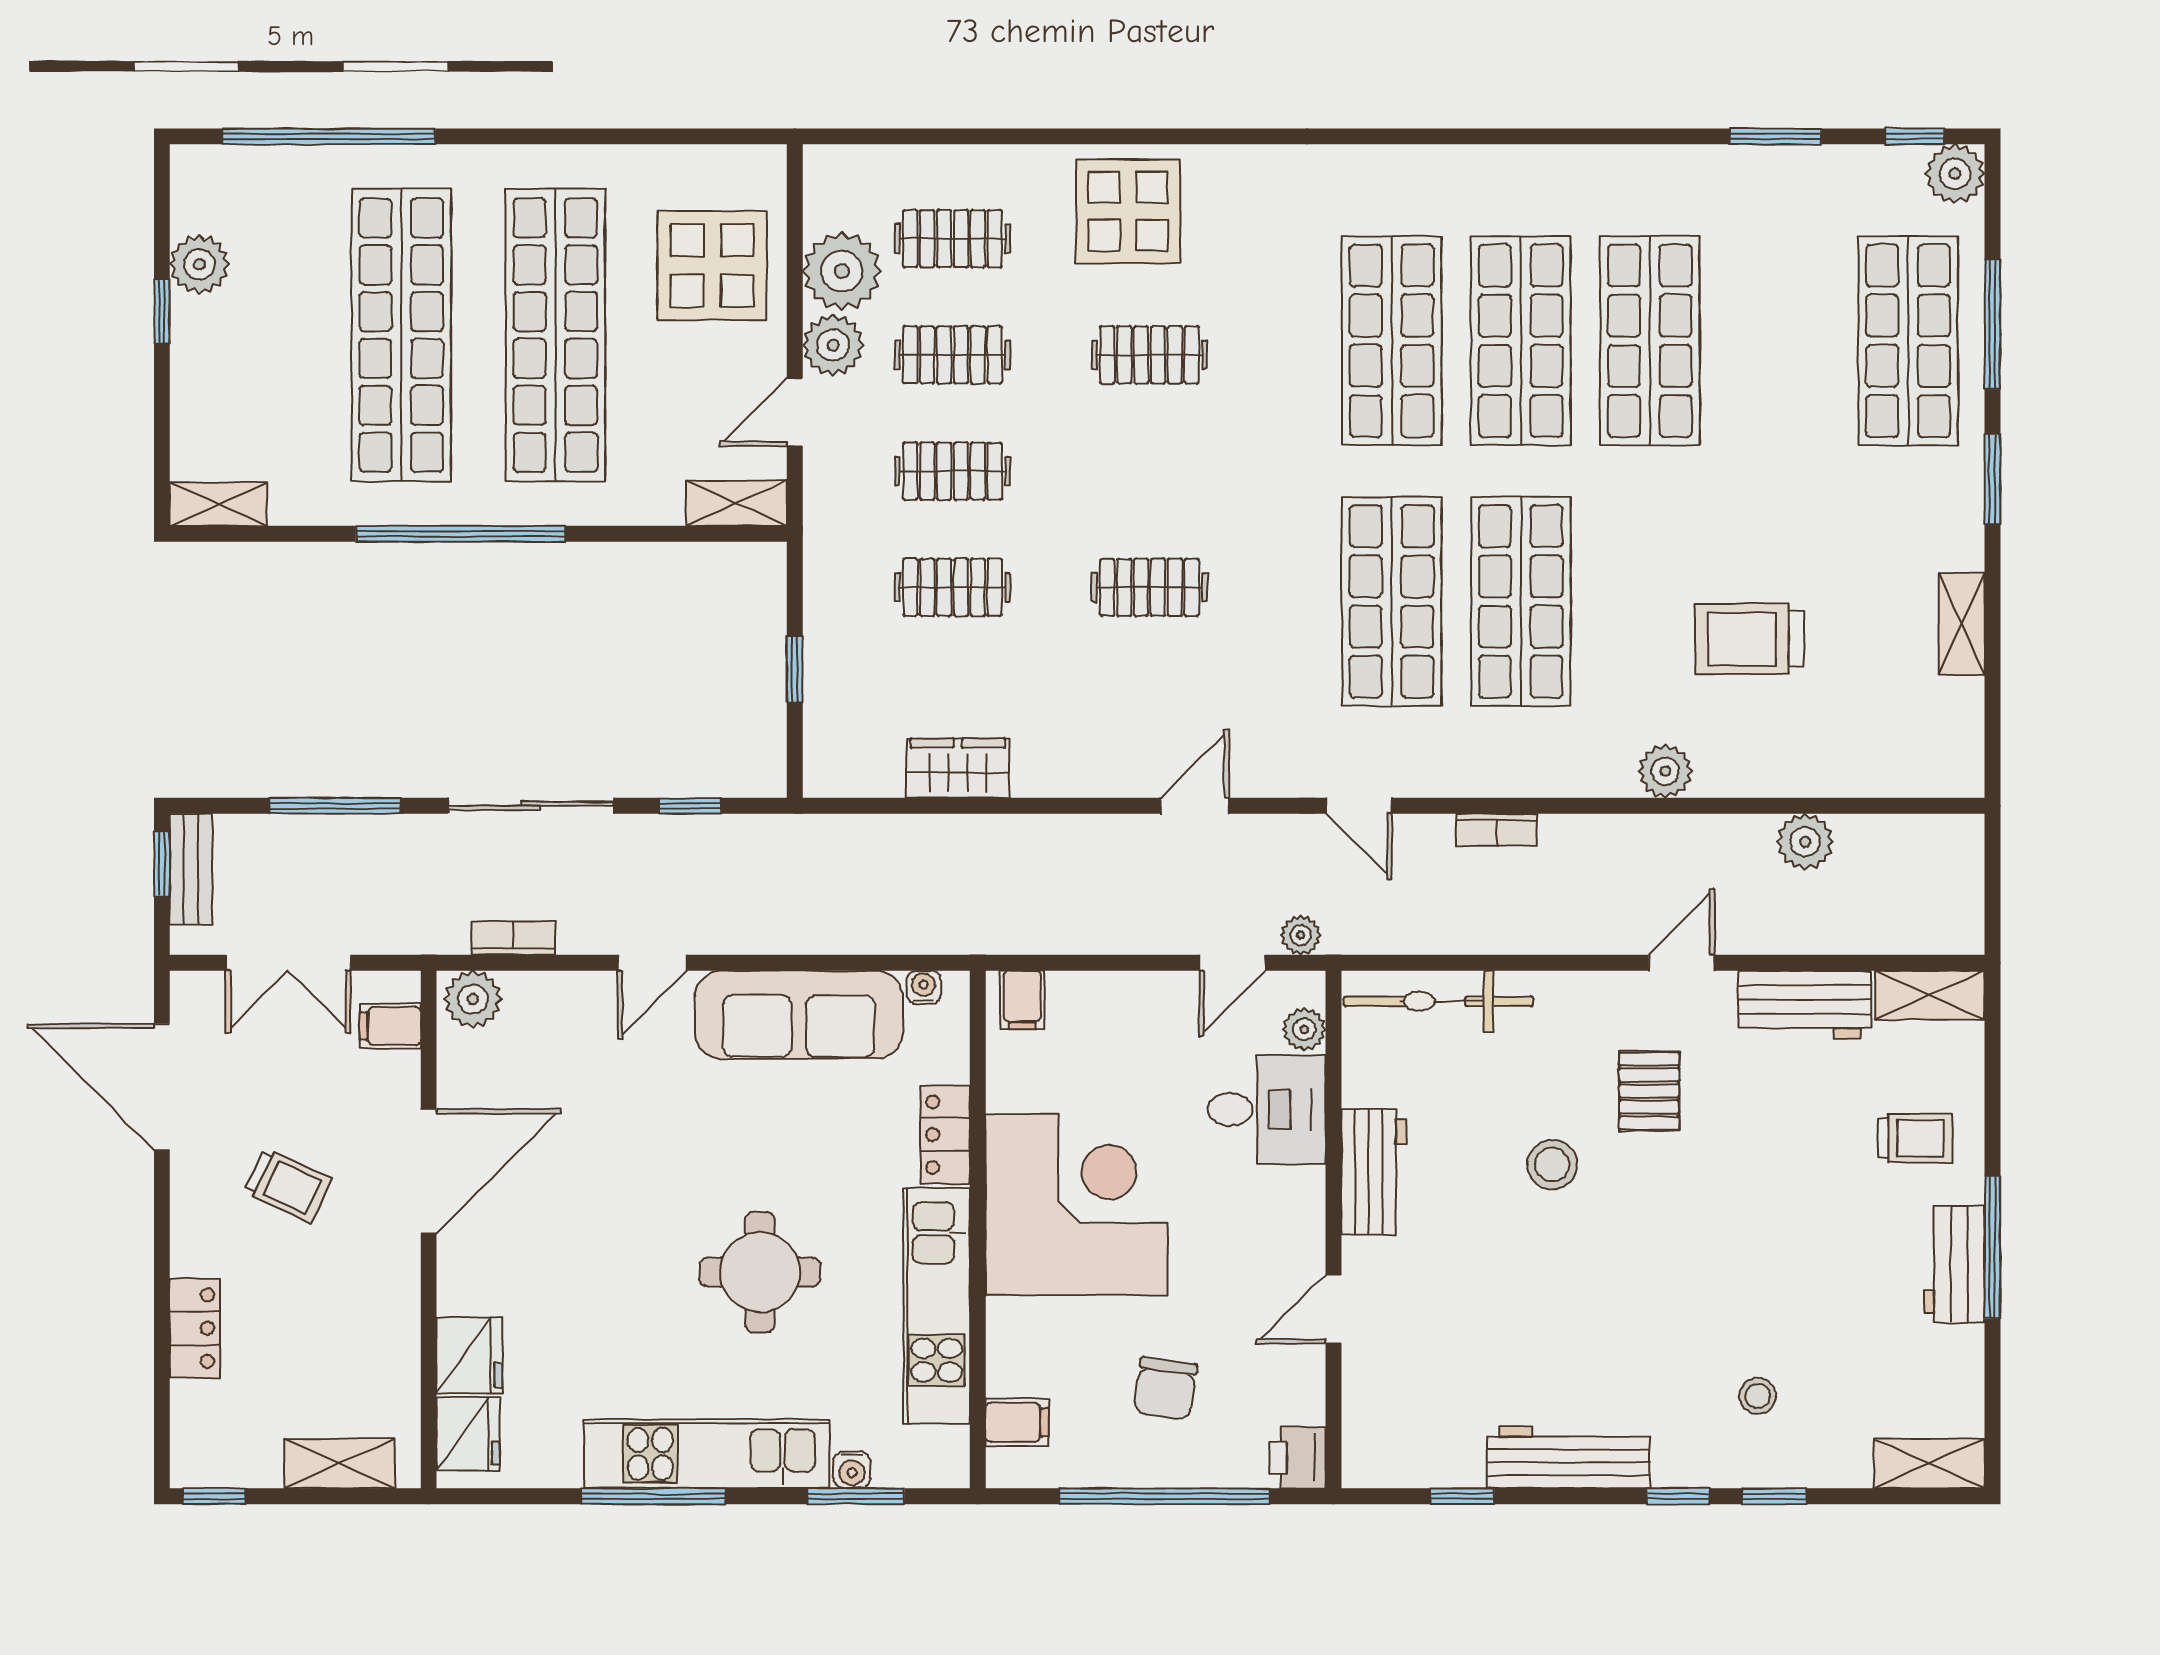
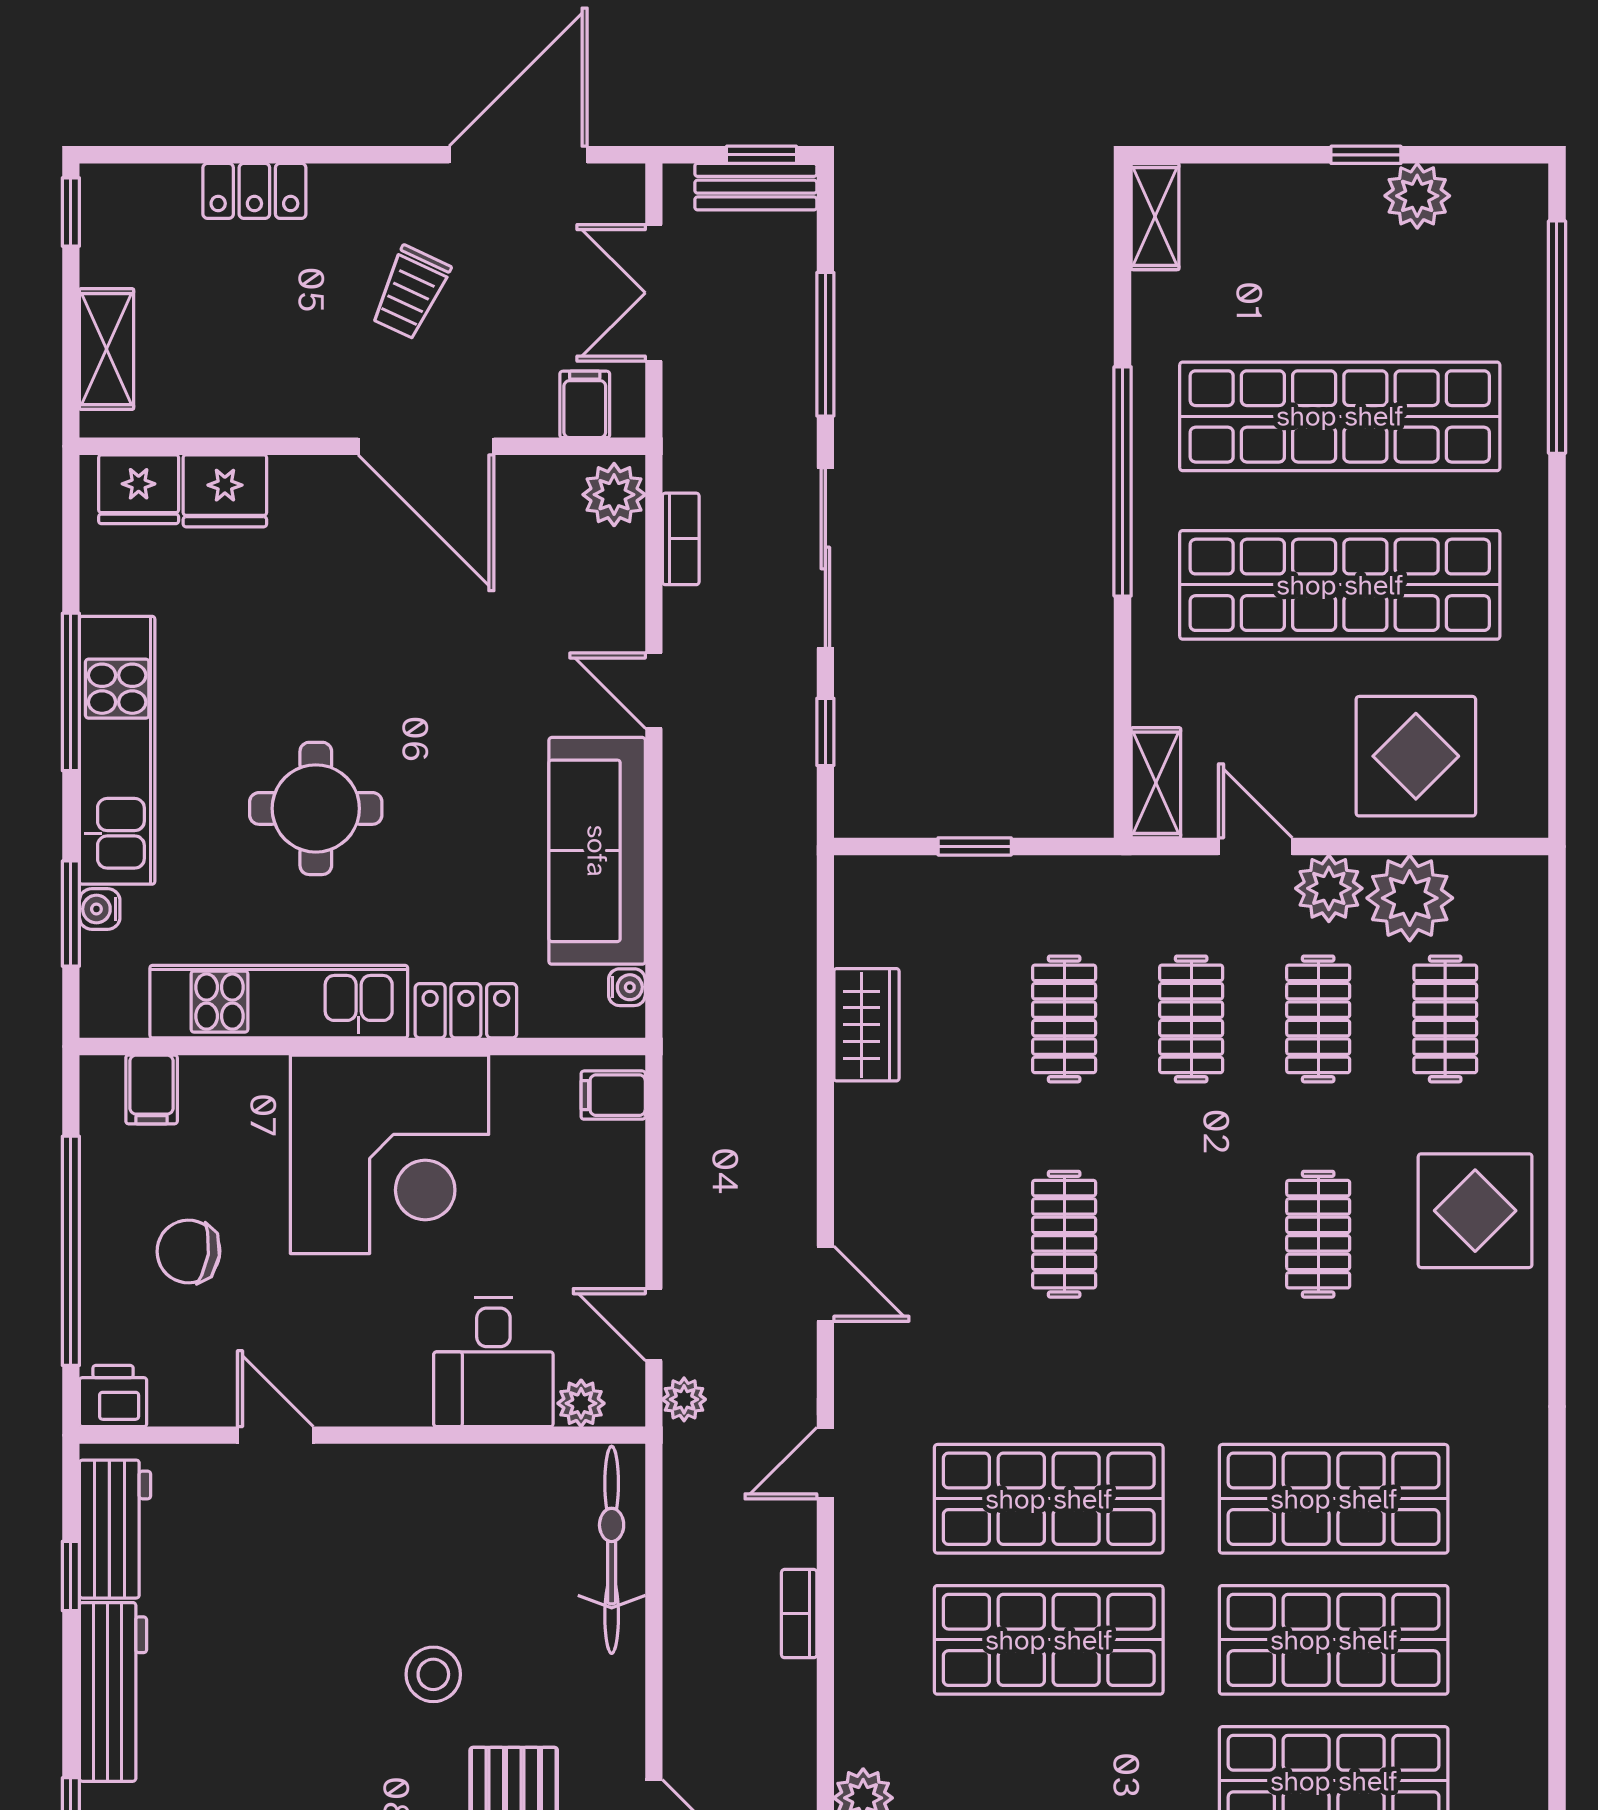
workbench: (1374, 1172) -> (115, 1529), moved, turned -90

